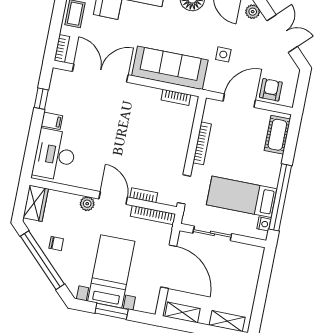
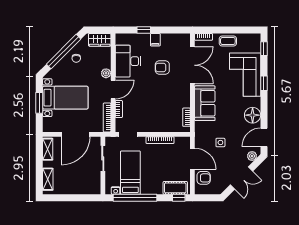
sofa: (170, 68) -> (205, 103), width x0.73
window: (41, 99) -> (144, 30), moved
armchair: (95, 119) -> (162, 67), added
window: (293, 133) -> (179, 198), added
desk: (55, 155) -> (128, 61), moved, turned -90

